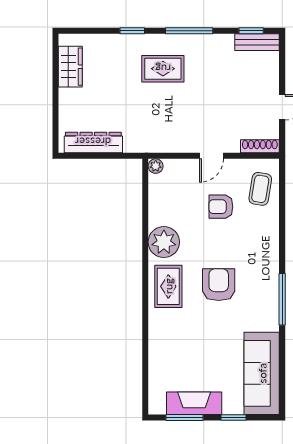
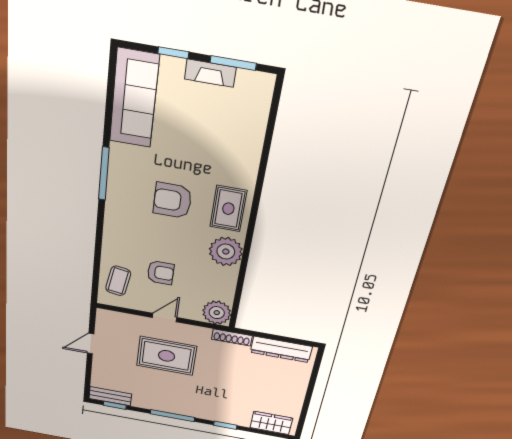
wardrobe: (70, 67) -> (271, 423), moved, turned 90
rug: (163, 69) -> (167, 356), moved, width x1.36, depth x1.43
shoe rack: (260, 146) -> (232, 337), moved
plant: (156, 166) -> (217, 313), width x1.87, depth x1.87
armchair: (219, 285) -> (172, 200), turned 90
fireplace: (194, 403) -> (210, 73), width x0.73, depth x0.76

